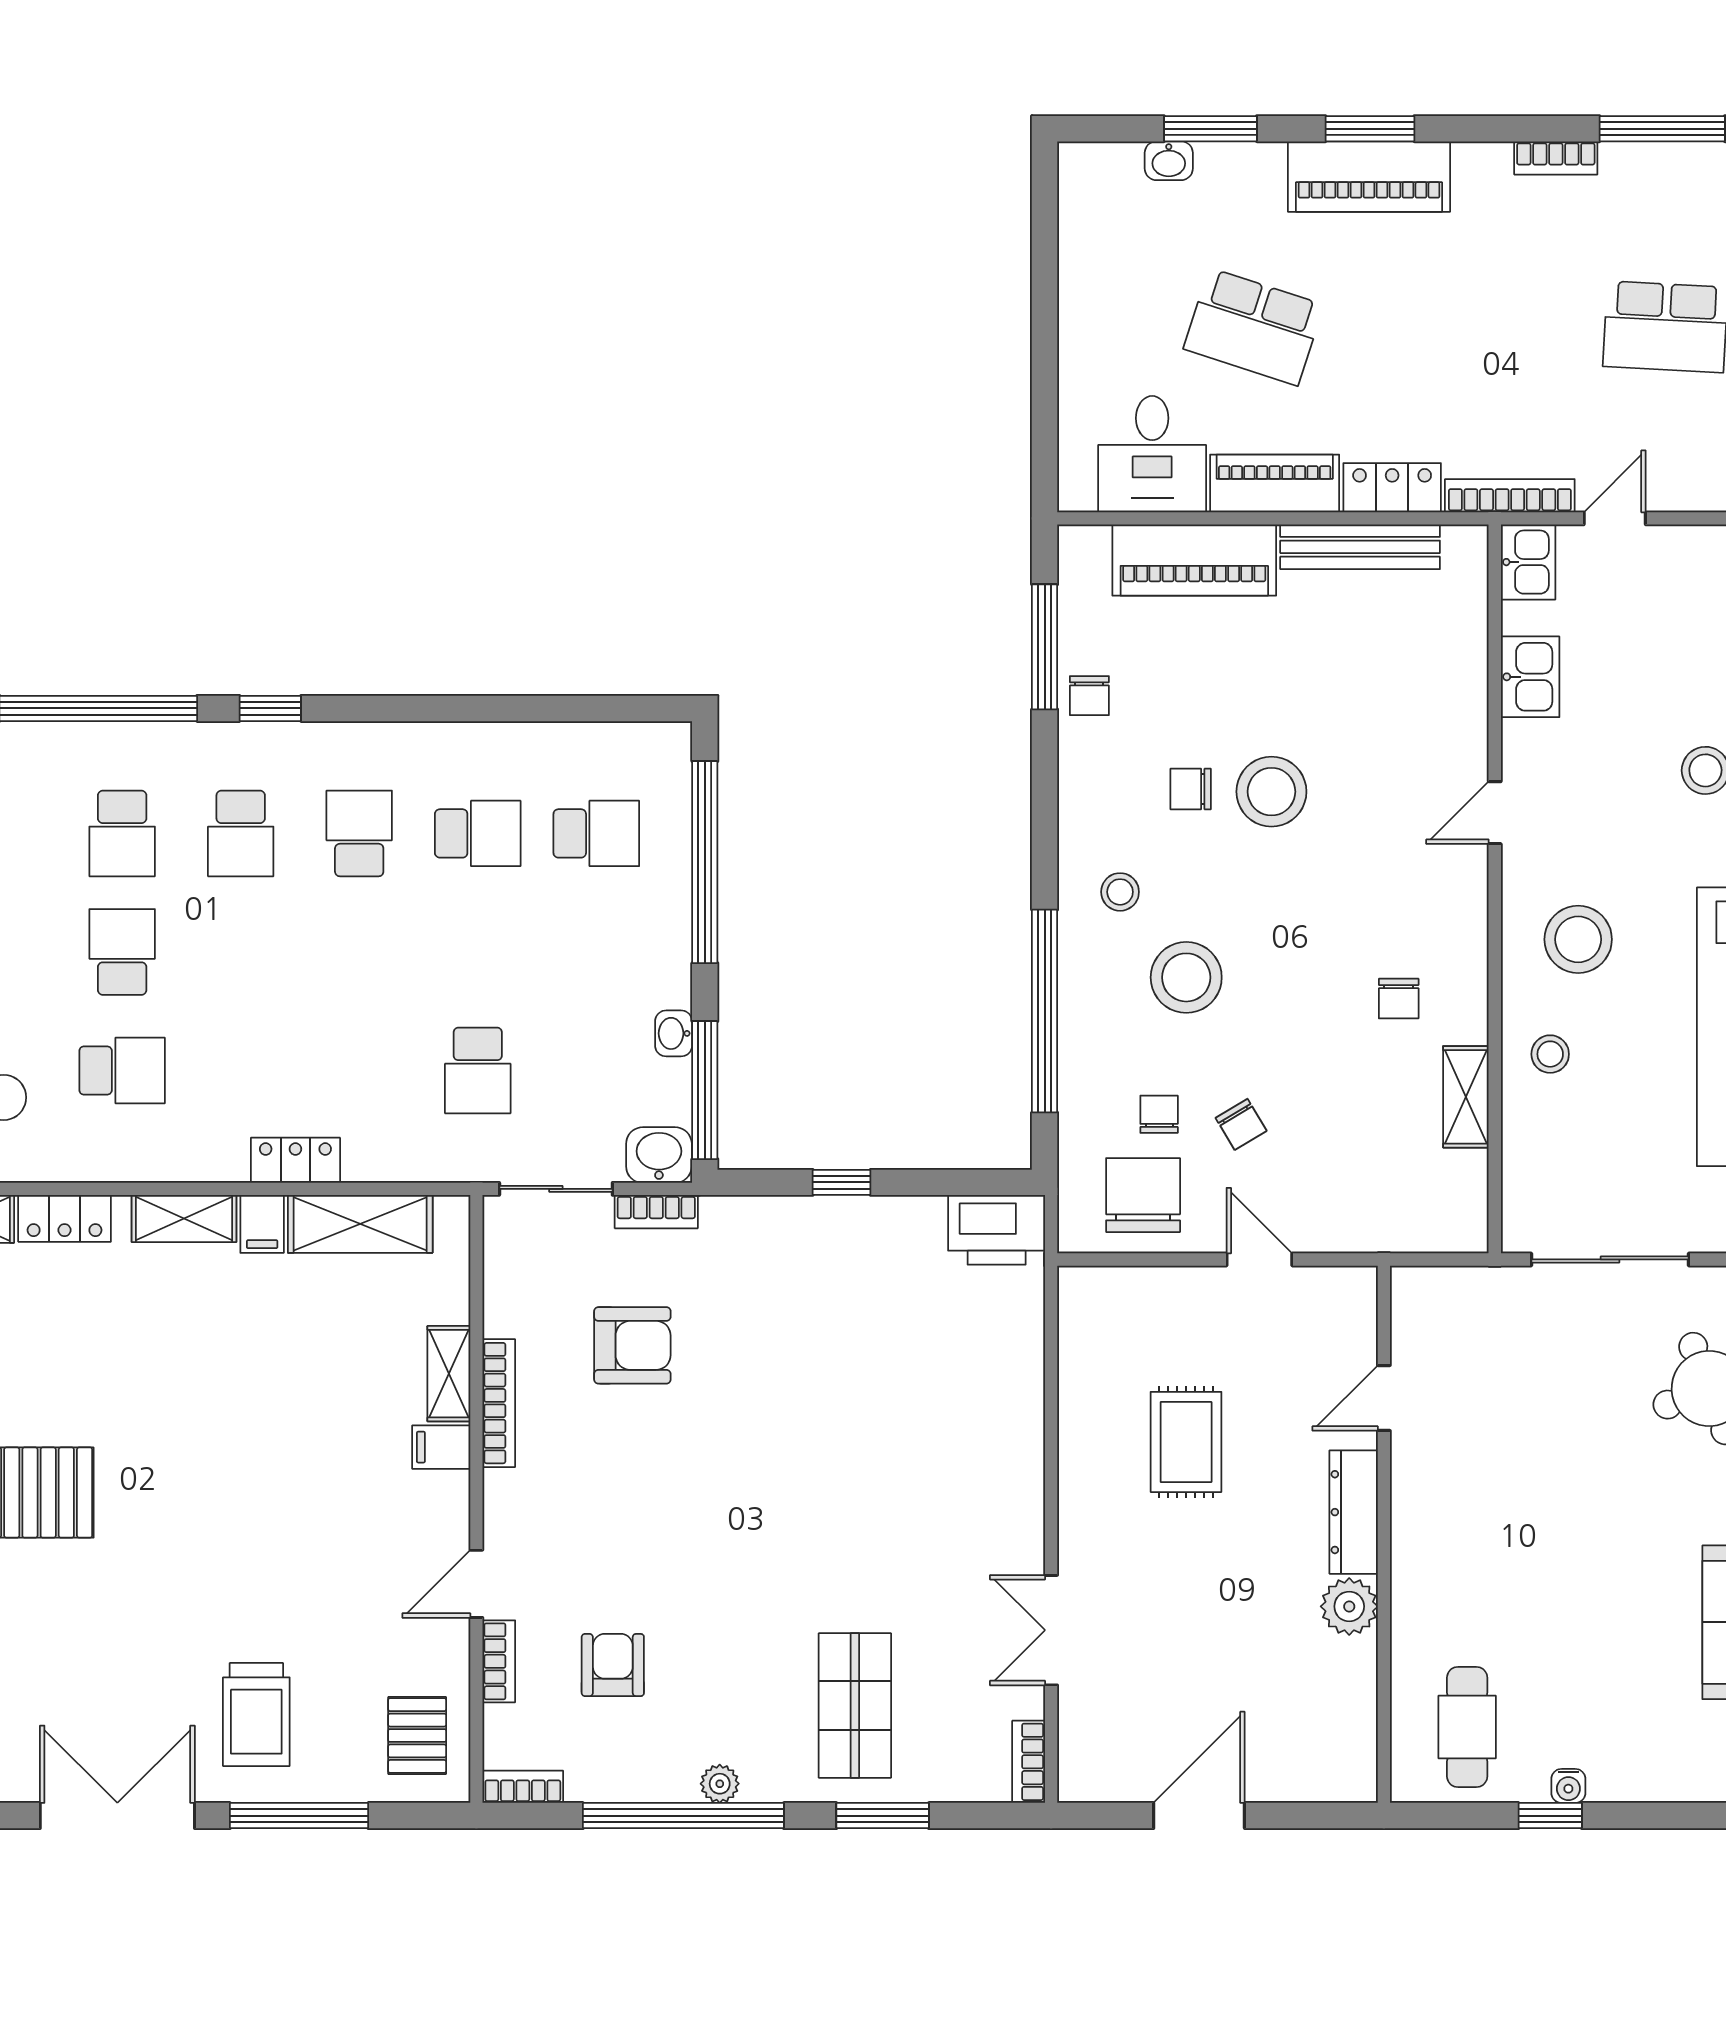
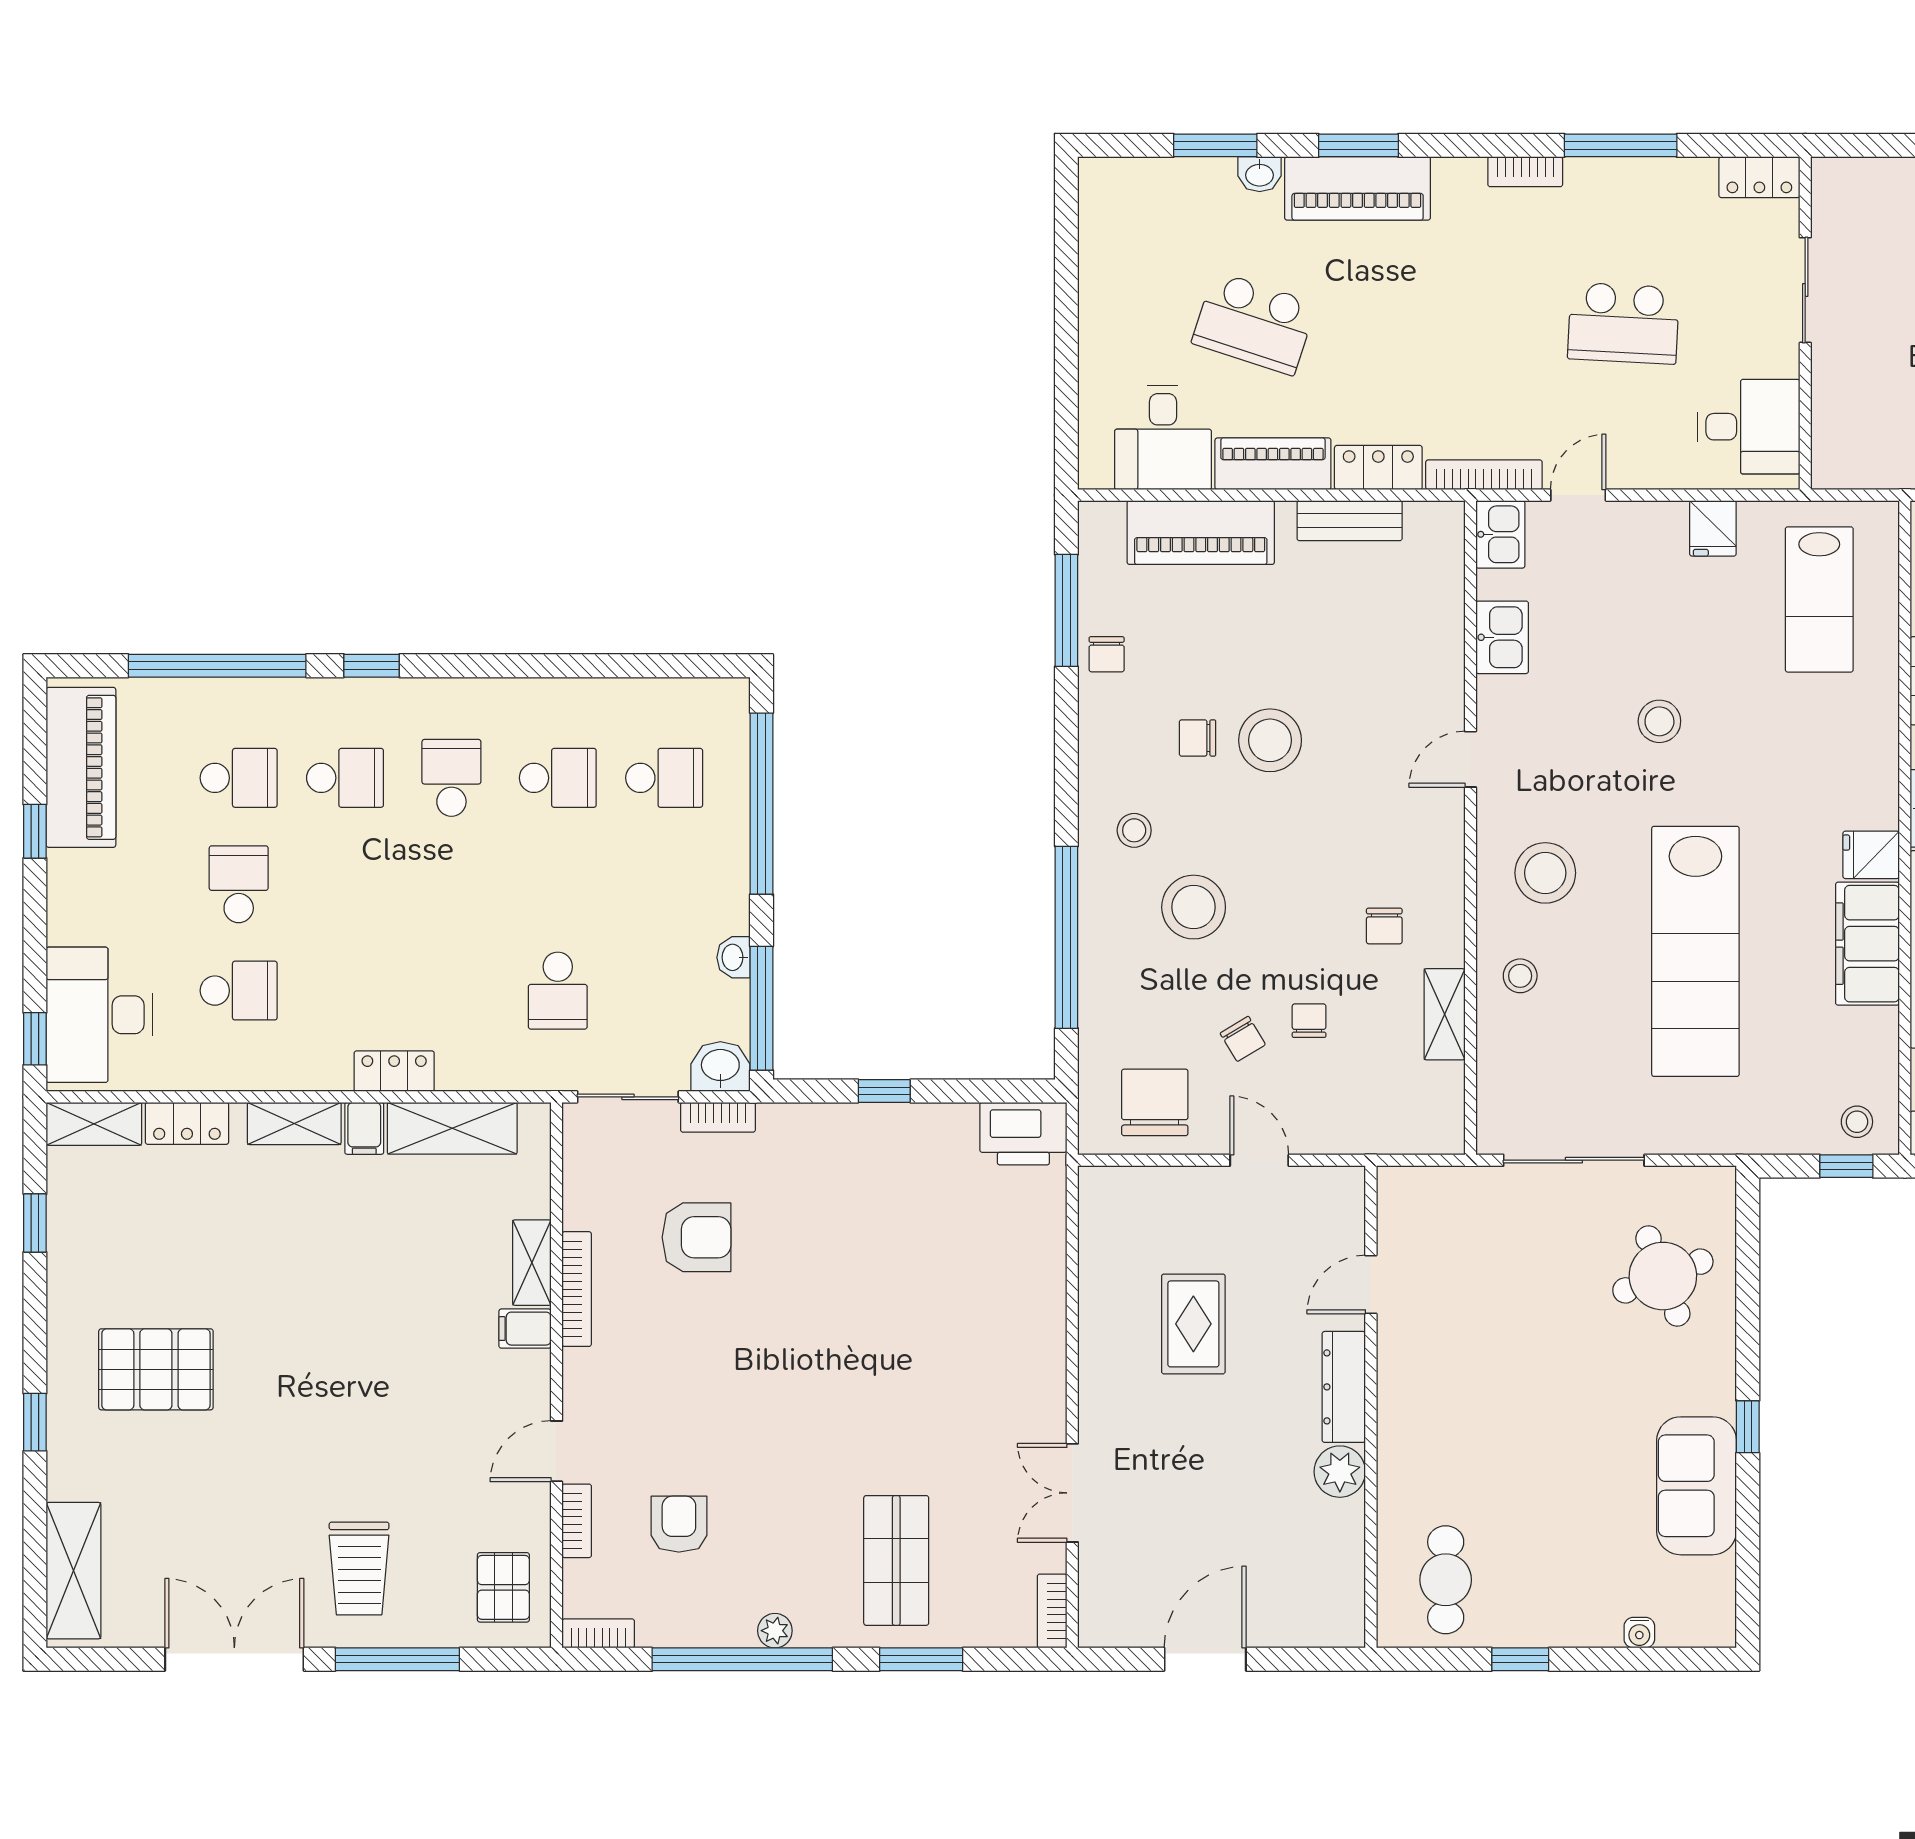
washbasin: (1169, 161) -> (1260, 174), moved
bench: (1360, 547) -> (1350, 521), width x0.73
school desk: (122, 833) -> (239, 778), turned -90
school desk: (241, 833) -> (345, 778), turned -90
chair: (1159, 1114) -> (1309, 1021), moved
water cooler: (1568, 1786) -> (1639, 1633), moved

